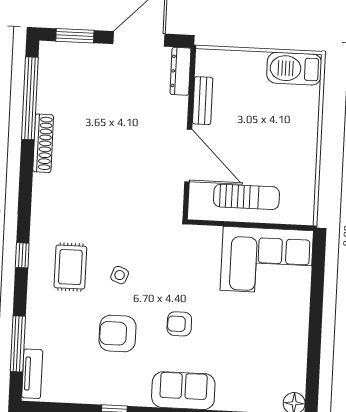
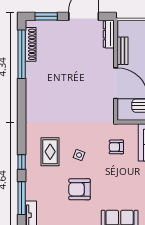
shoe rack: (43, 143) -> (31, 44), moved
window: (22, 255) -> (22, 162), moved
armchair: (179, 324) -> (116, 147), moved

